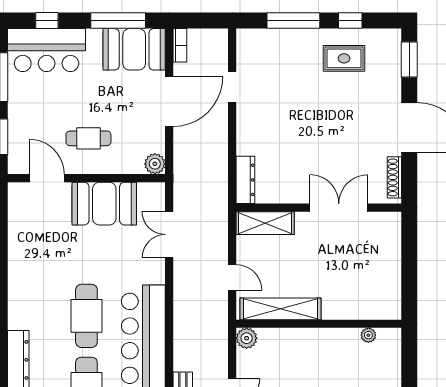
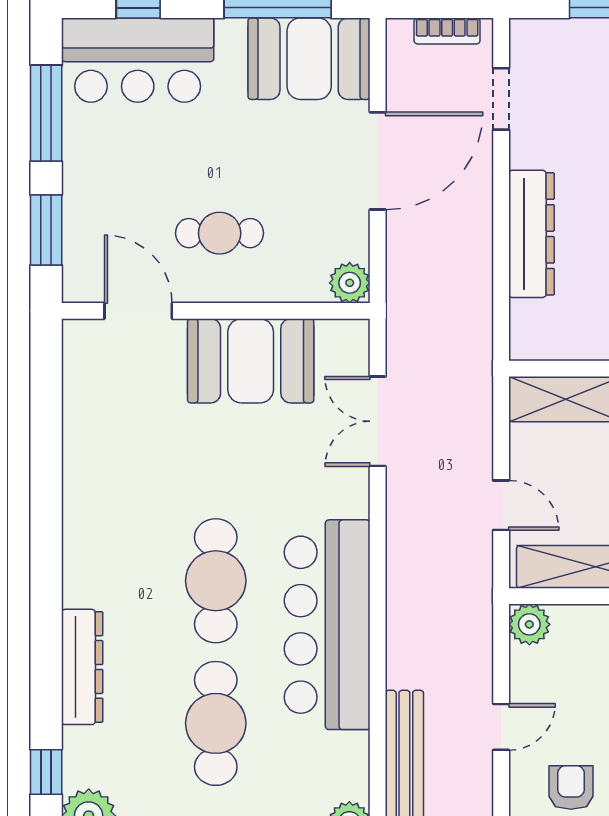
bookcase: (180, 45) -> (447, 31), moved, turned 90
doorway: (232, 87) -> (501, 99), moved
dresser: (245, 180) -> (532, 234), moved, width x1.37, depth x1.24

